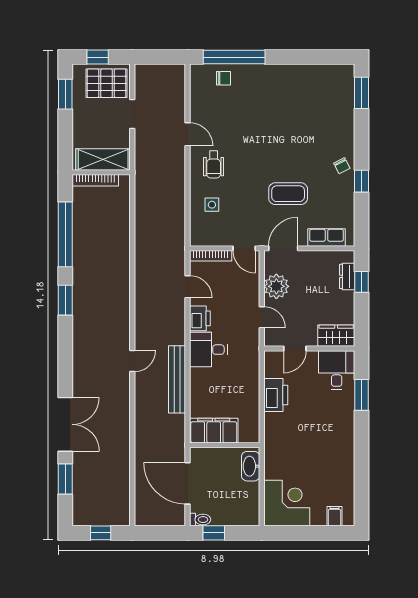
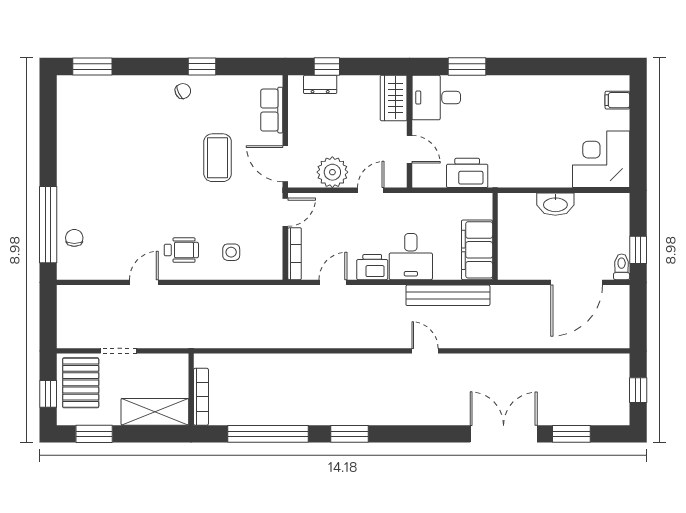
shelving: (103, 159) -> (155, 412), moved, turned 90
filing cabinet: (214, 431) -> (477, 250), moved
wall: (225, 445) -> (495, 236), moved

